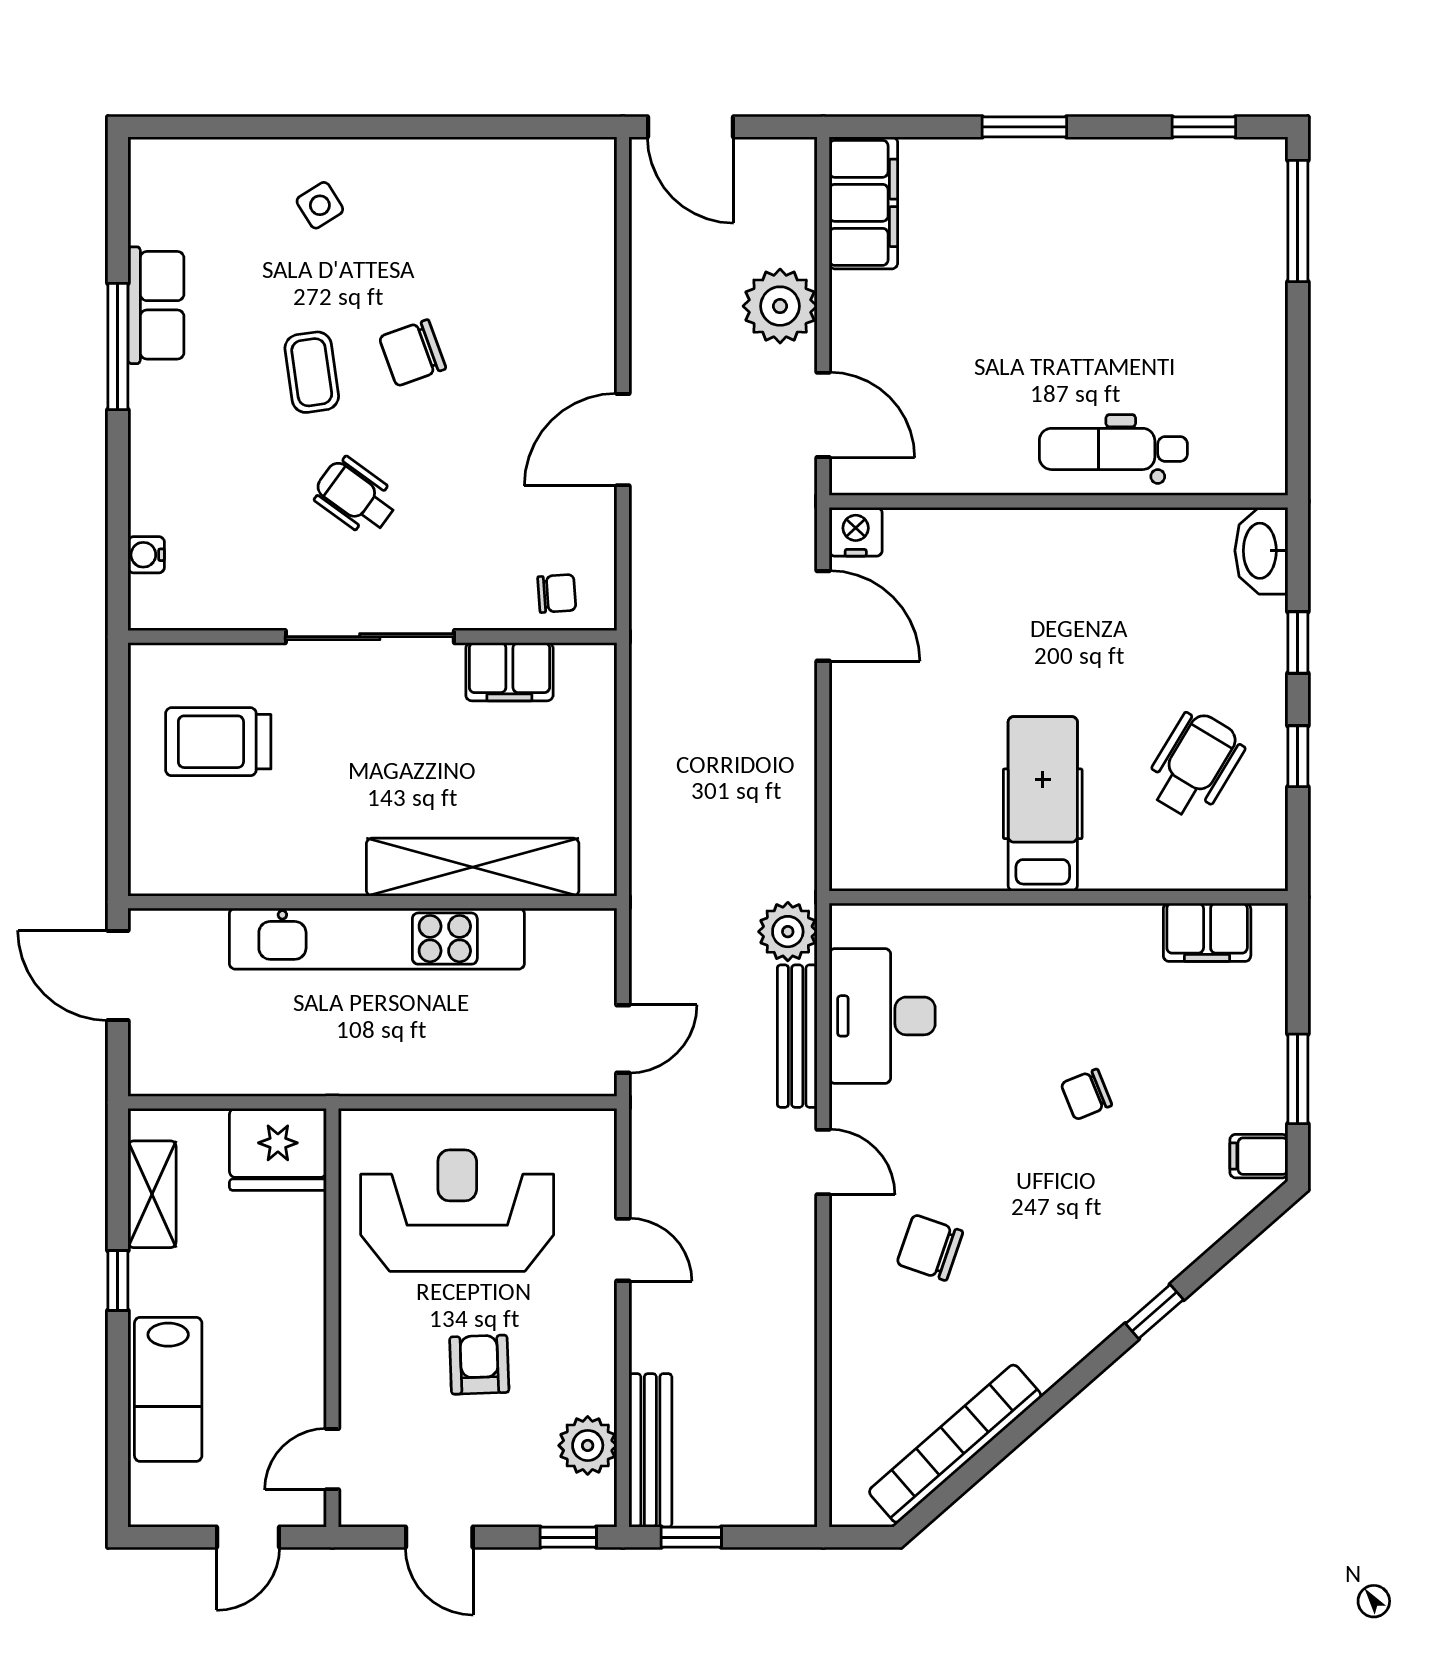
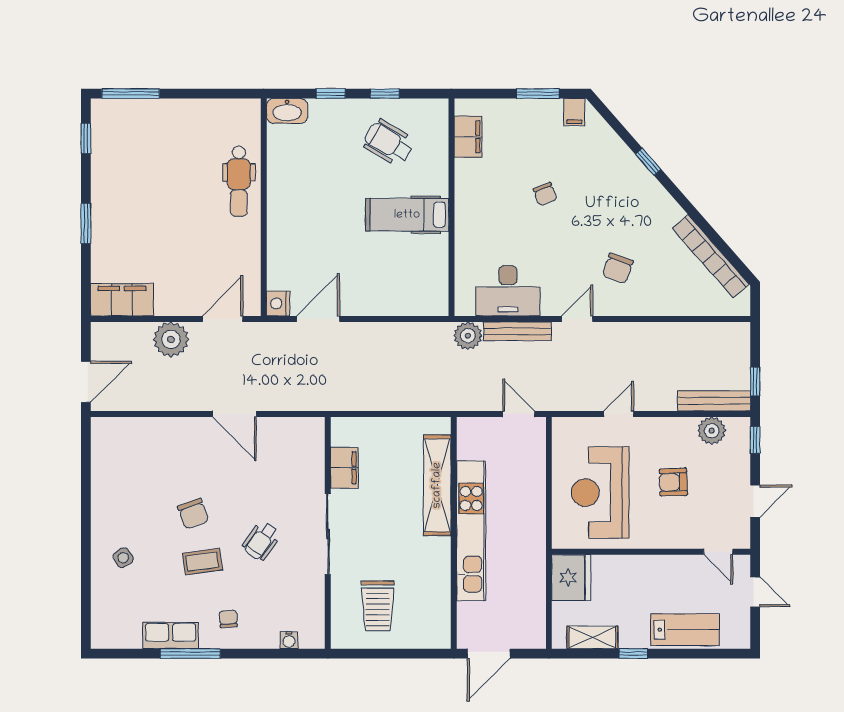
chair: (557, 593) -> (228, 619), moved

